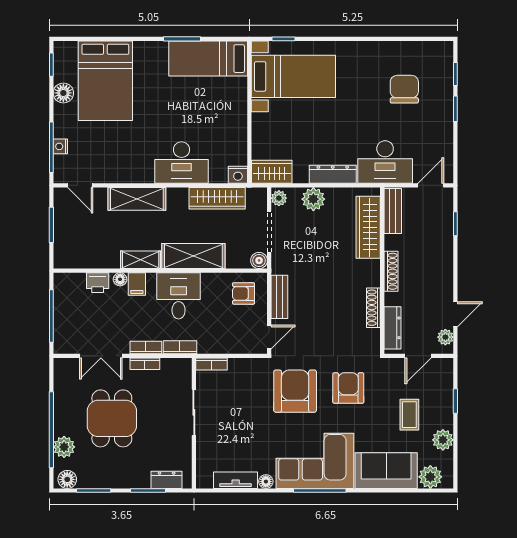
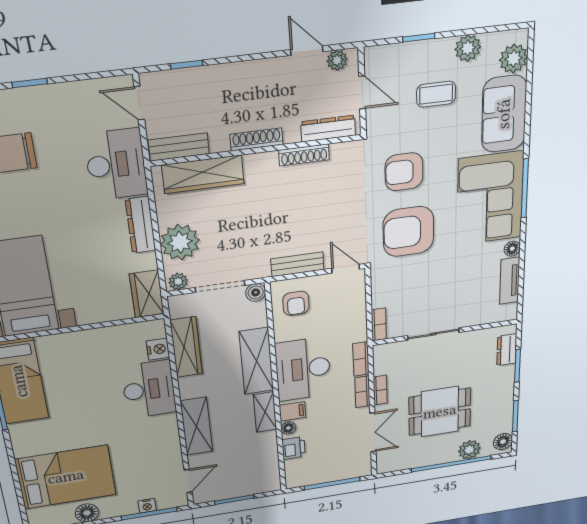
nightstand: (238, 175) -> (158, 349), moved
plant: (313, 199) -> (180, 242), width x1.36, depth x1.36
desk: (179, 296) -> (303, 369), width x1.37

